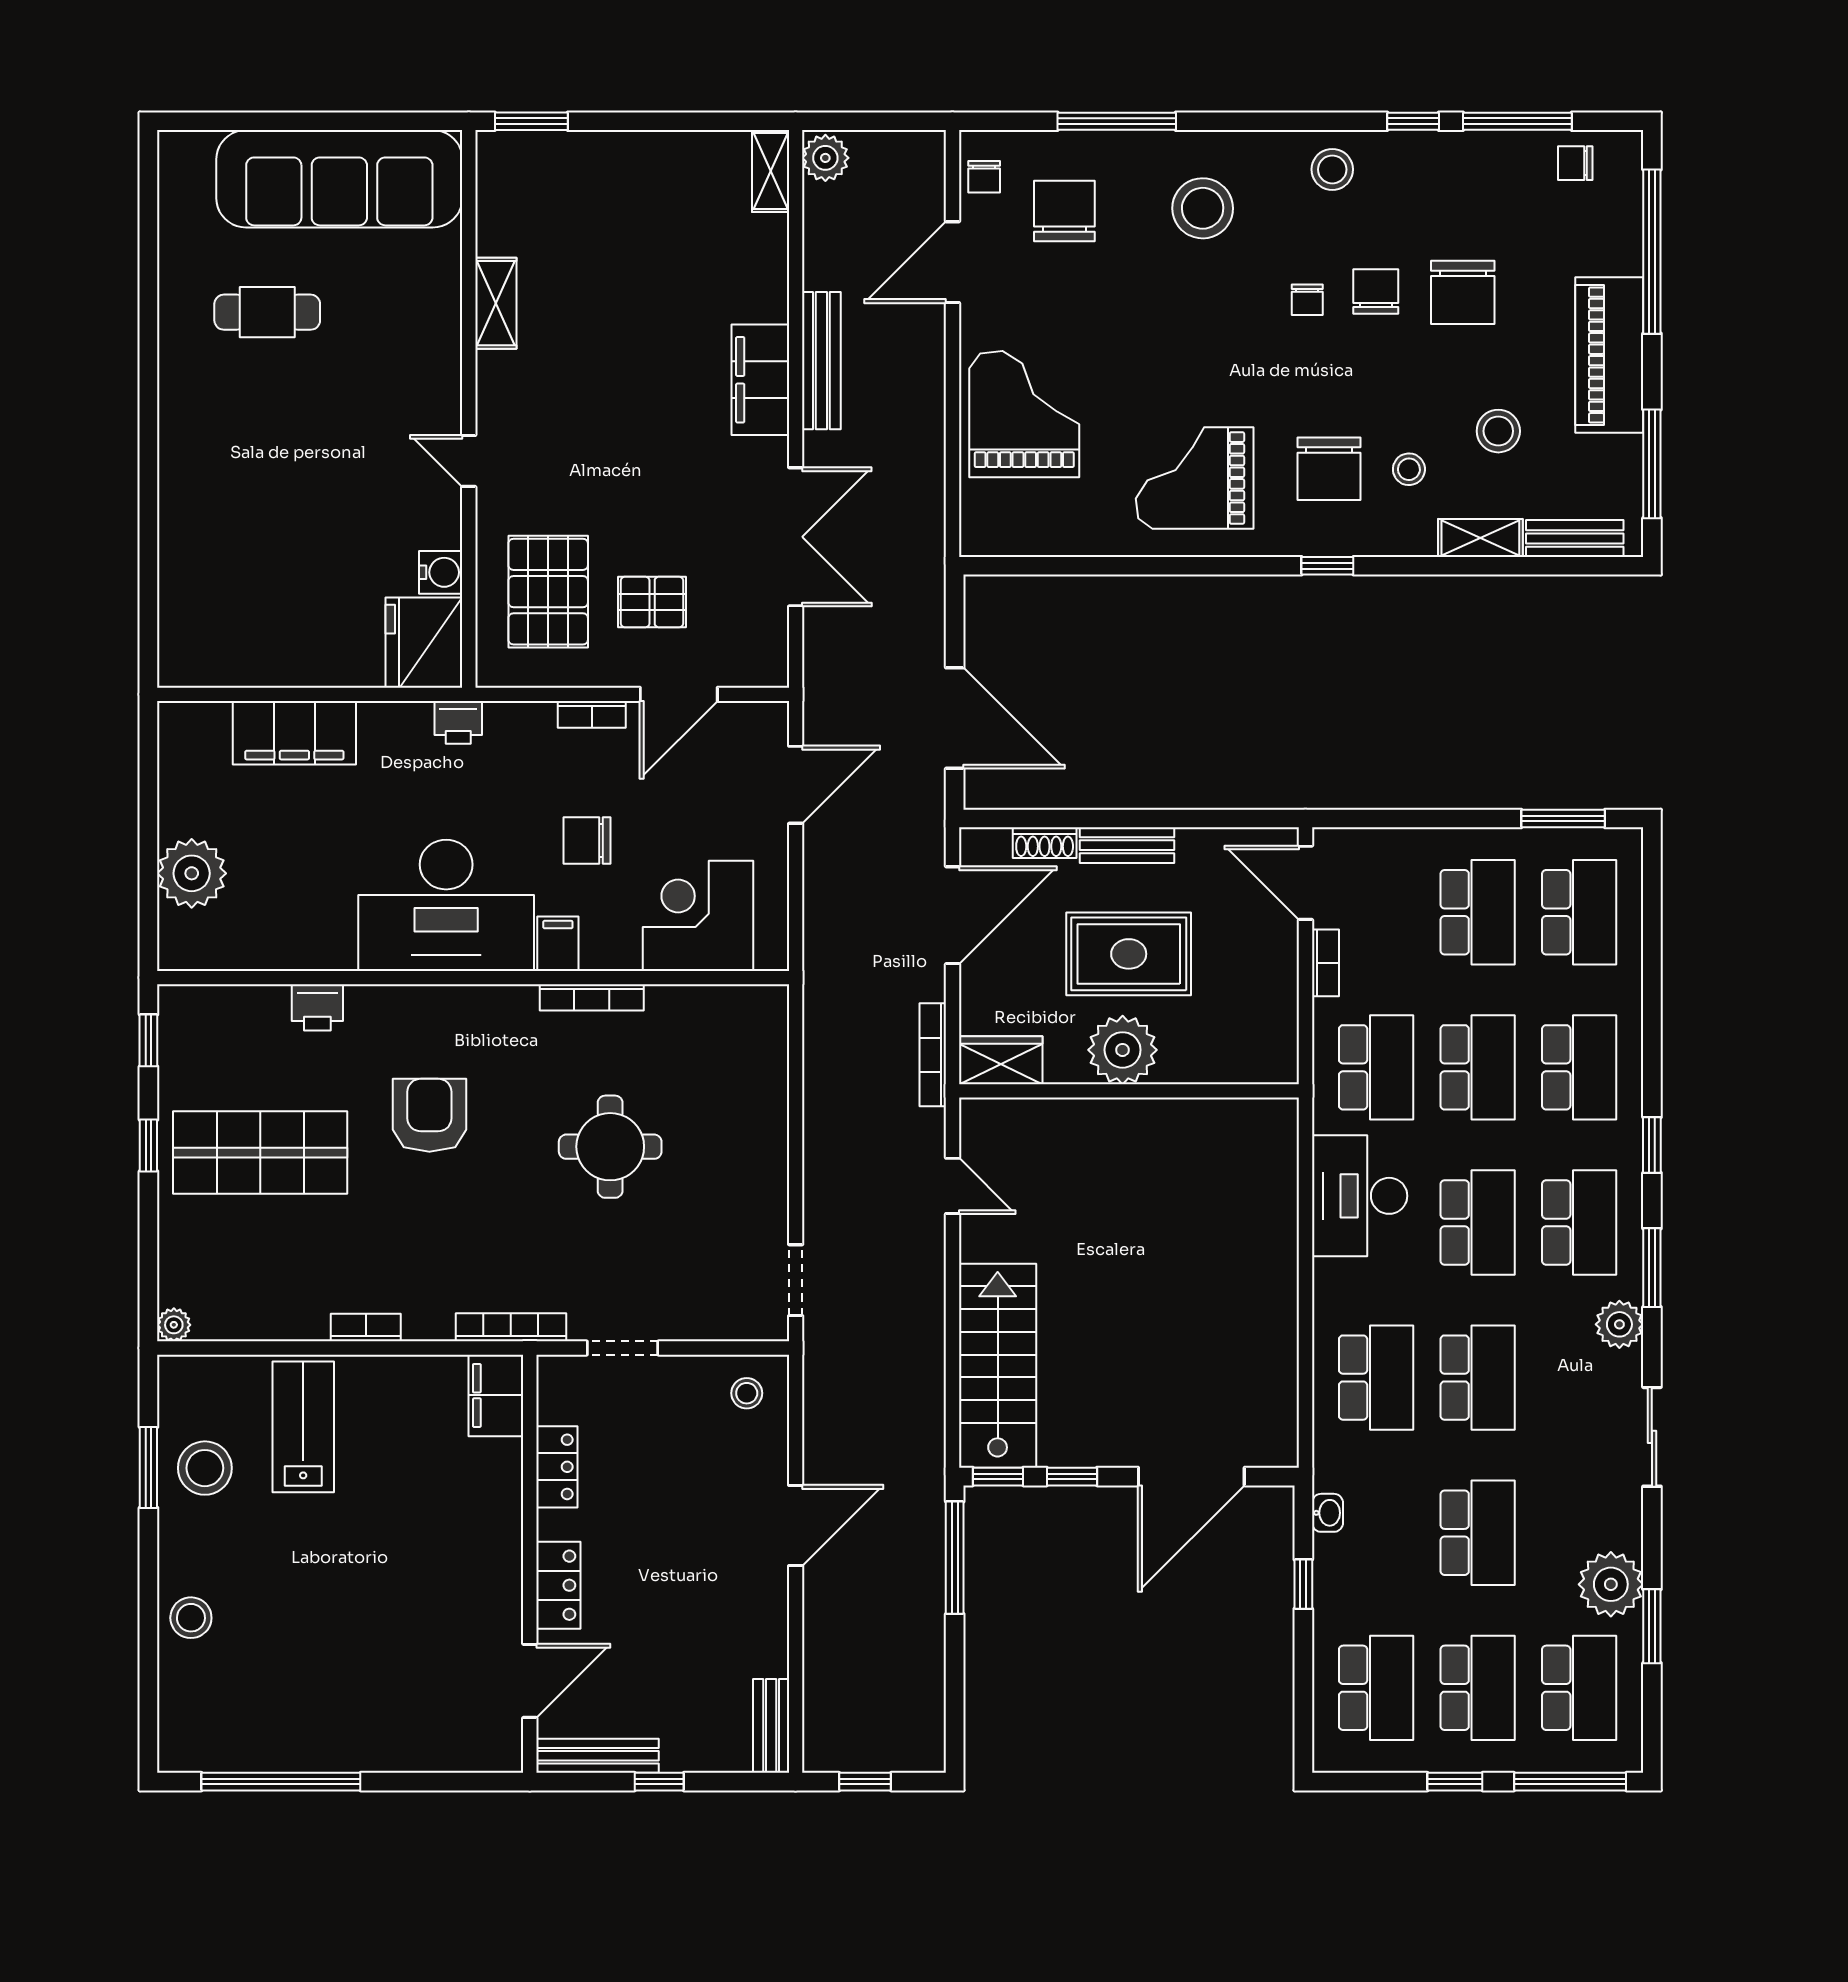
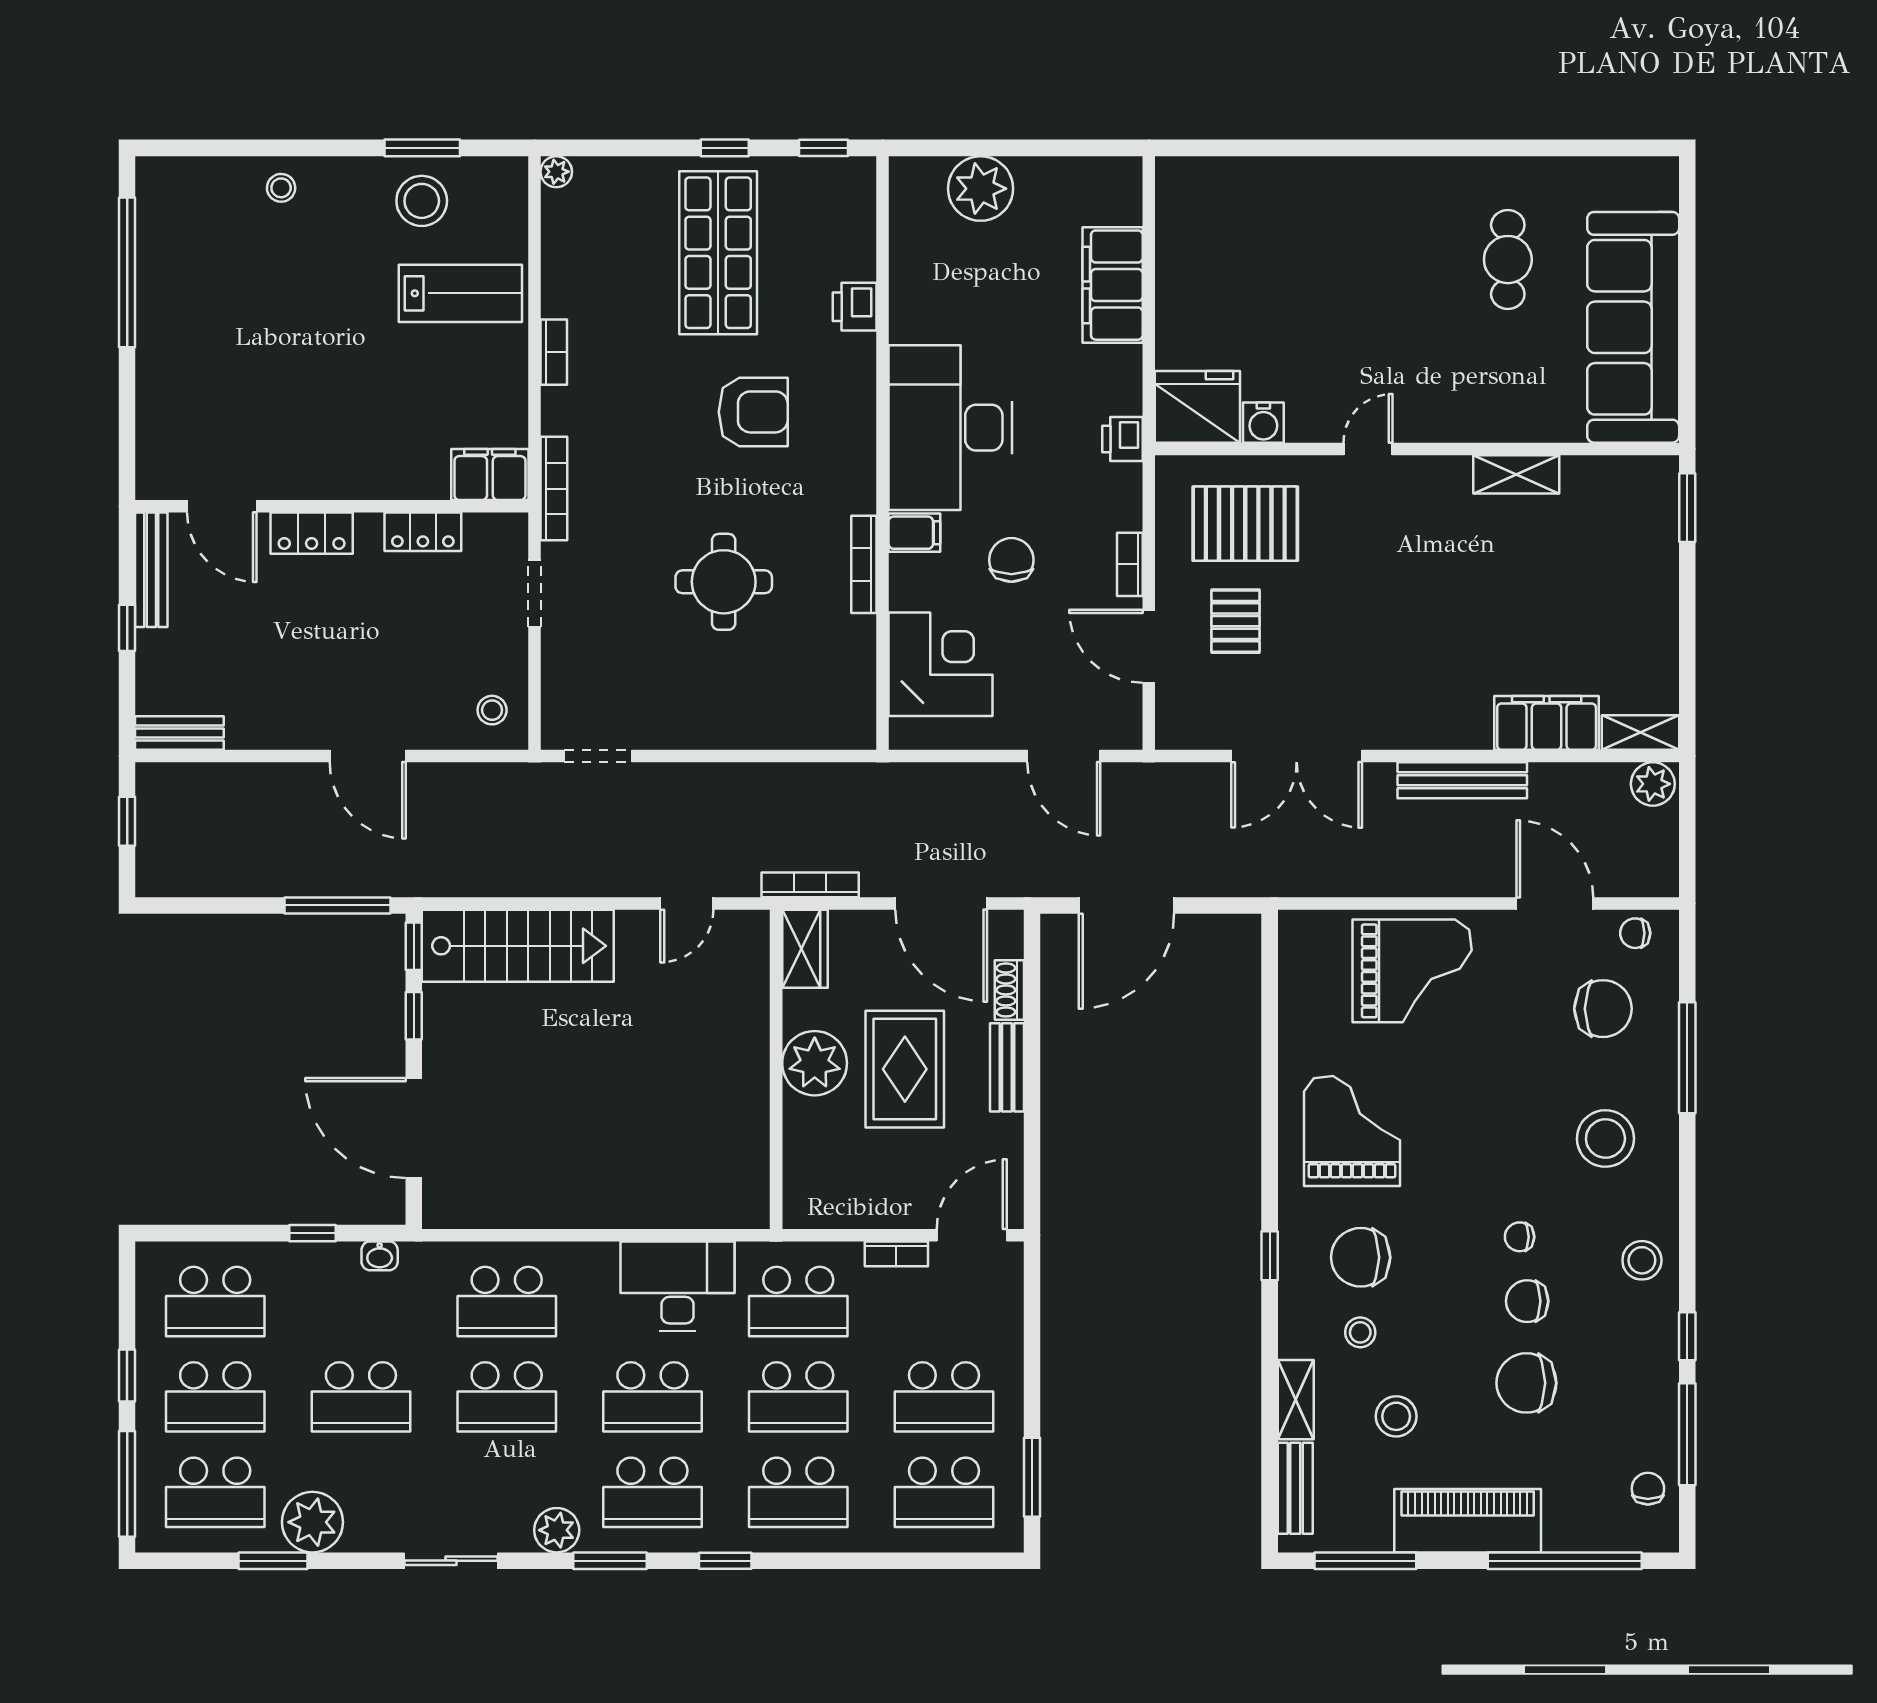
chair: (1376, 292) -> (1527, 1301), turned 180
filing cabinet: (760, 380) -> (1547, 723), moved
stool: (191, 1618) -> (281, 188), width x0.73, depth x0.73

